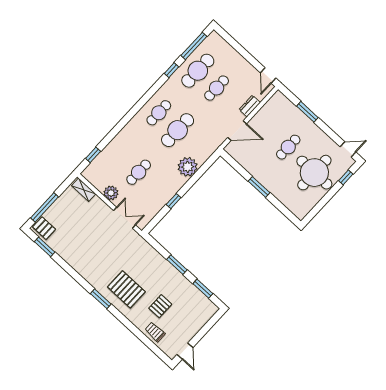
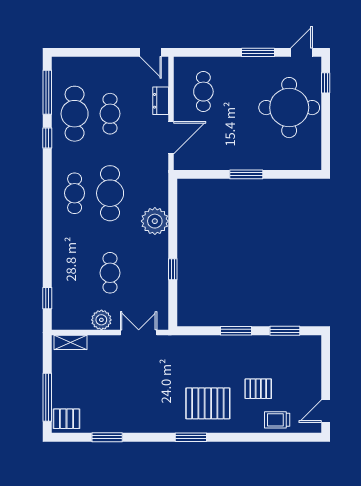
window: (307, 112) -> (258, 52), moved
cafe table: (288, 147) -> (203, 92), moved
window: (45, 247) -> (107, 437), moved
pallet: (160, 306) -> (258, 389), turned 90
door: (185, 351) -> (326, 411), swing flipped

